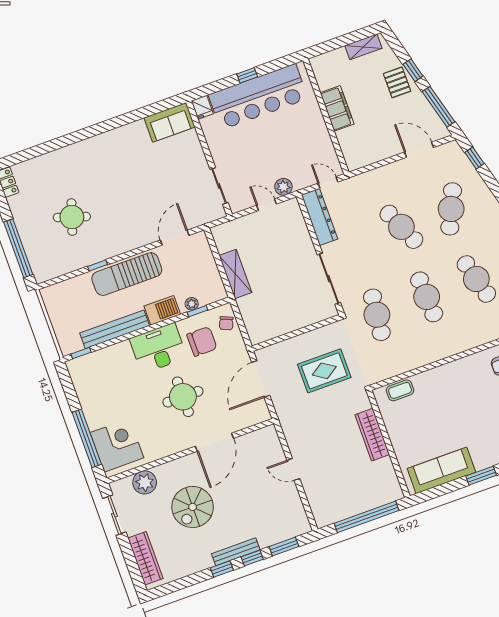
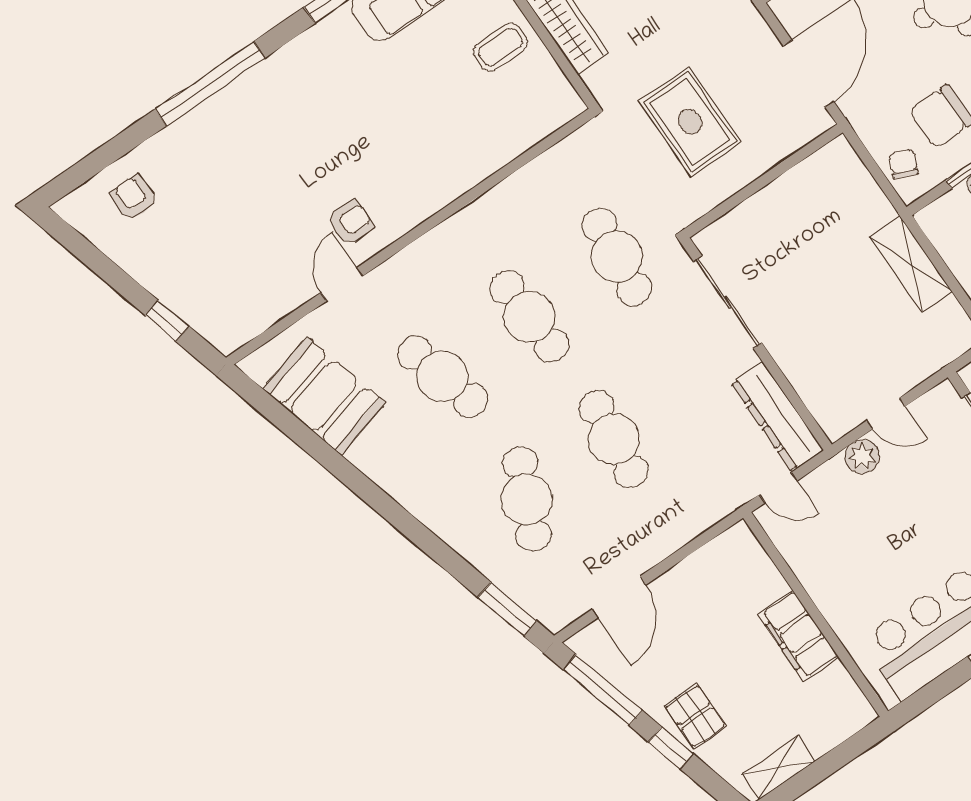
door: (419, 150) -> (619, 597), hinge flipped
window: (475, 158) -> (507, 609), width x1.50
cafe table: (401, 227) -> (614, 439), turned 30
rug: (324, 371) -> (690, 122), turned 90
coffee table: (400, 390) -> (500, 47), moved

